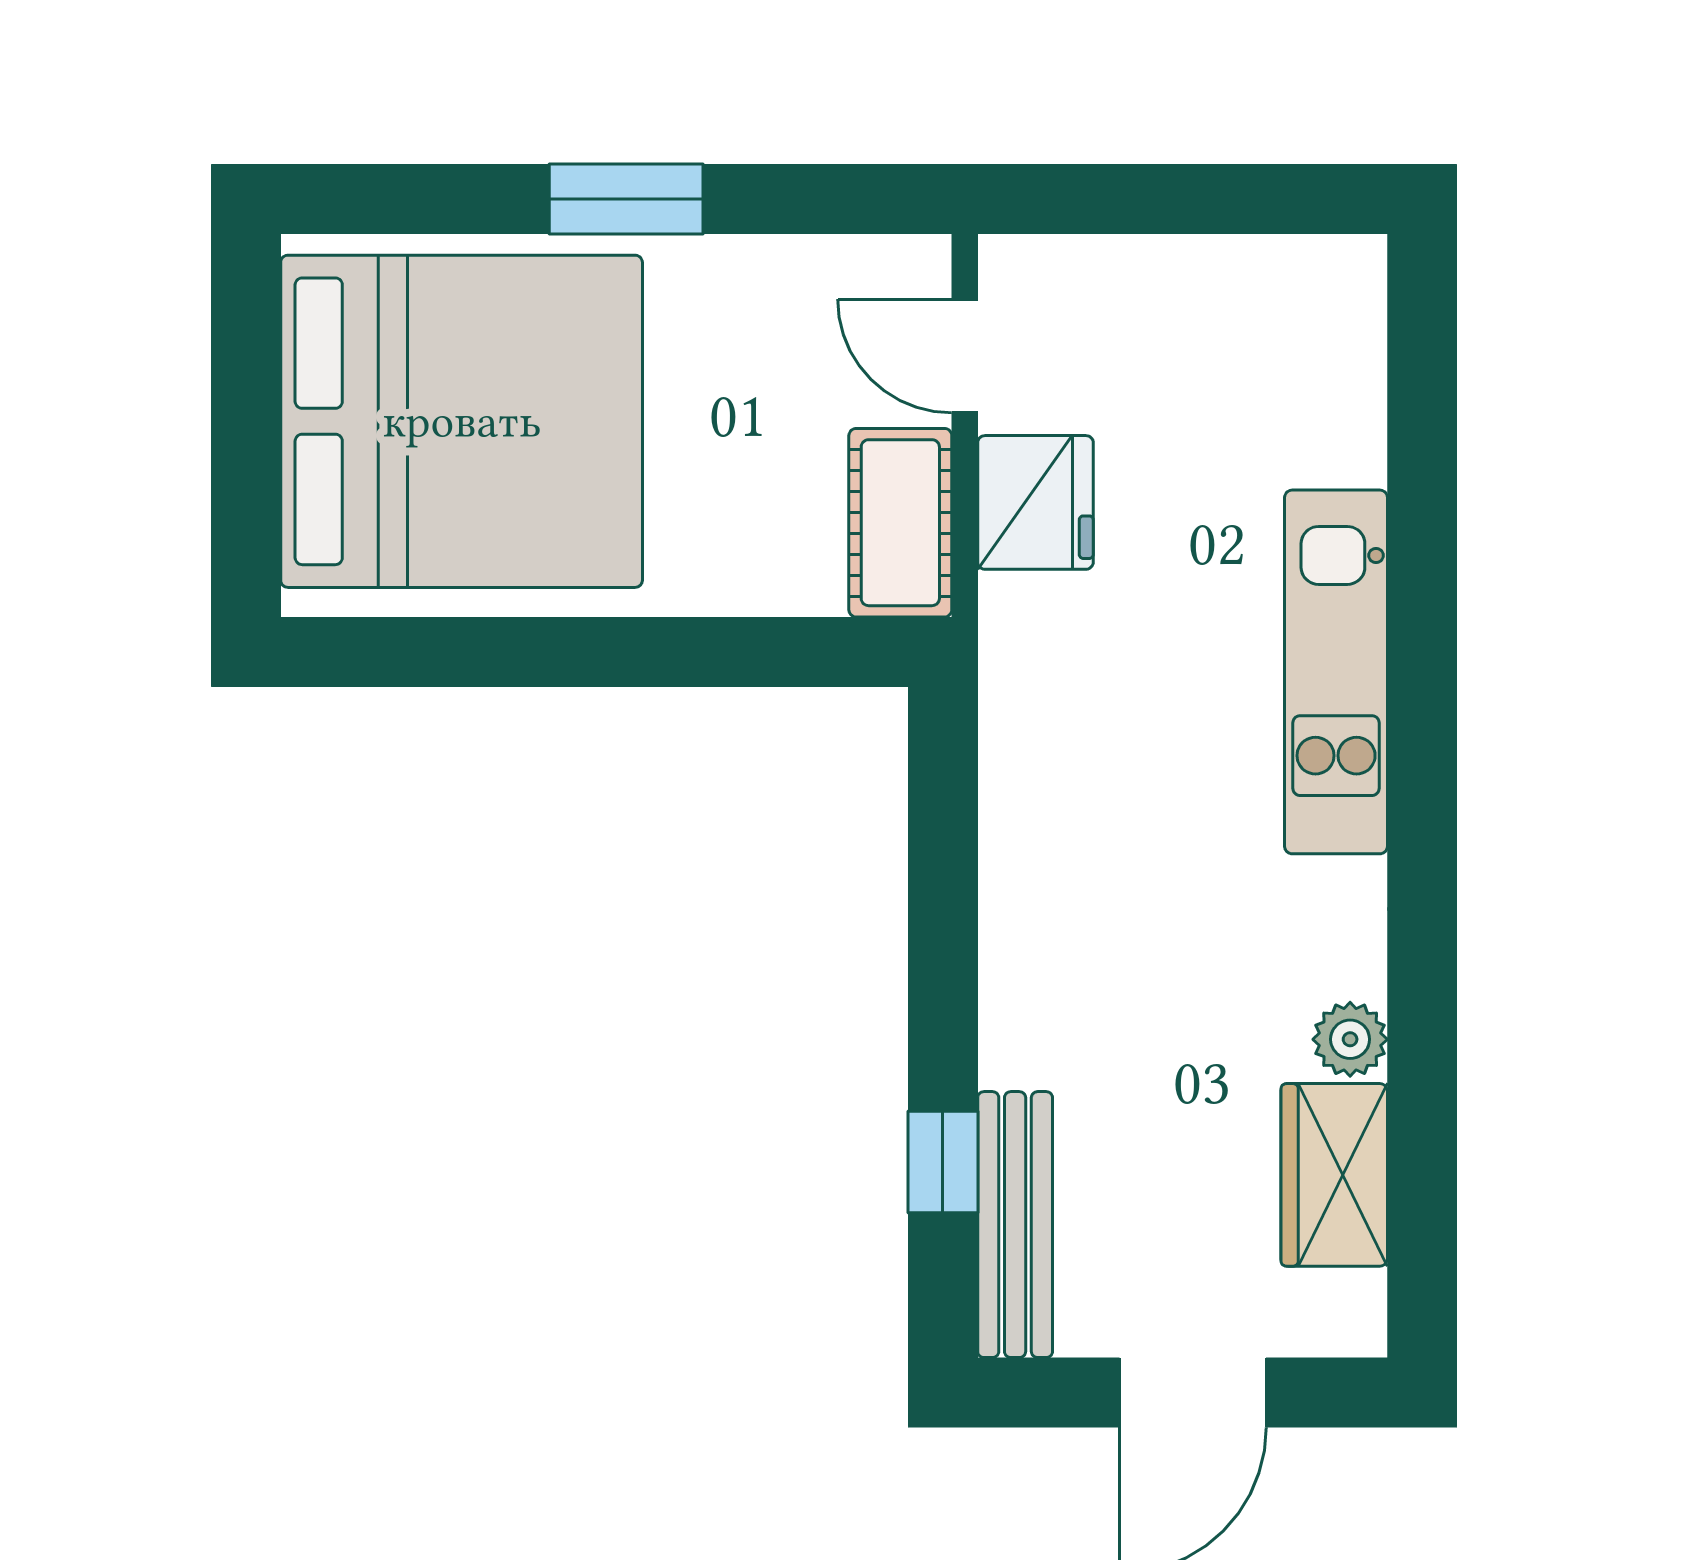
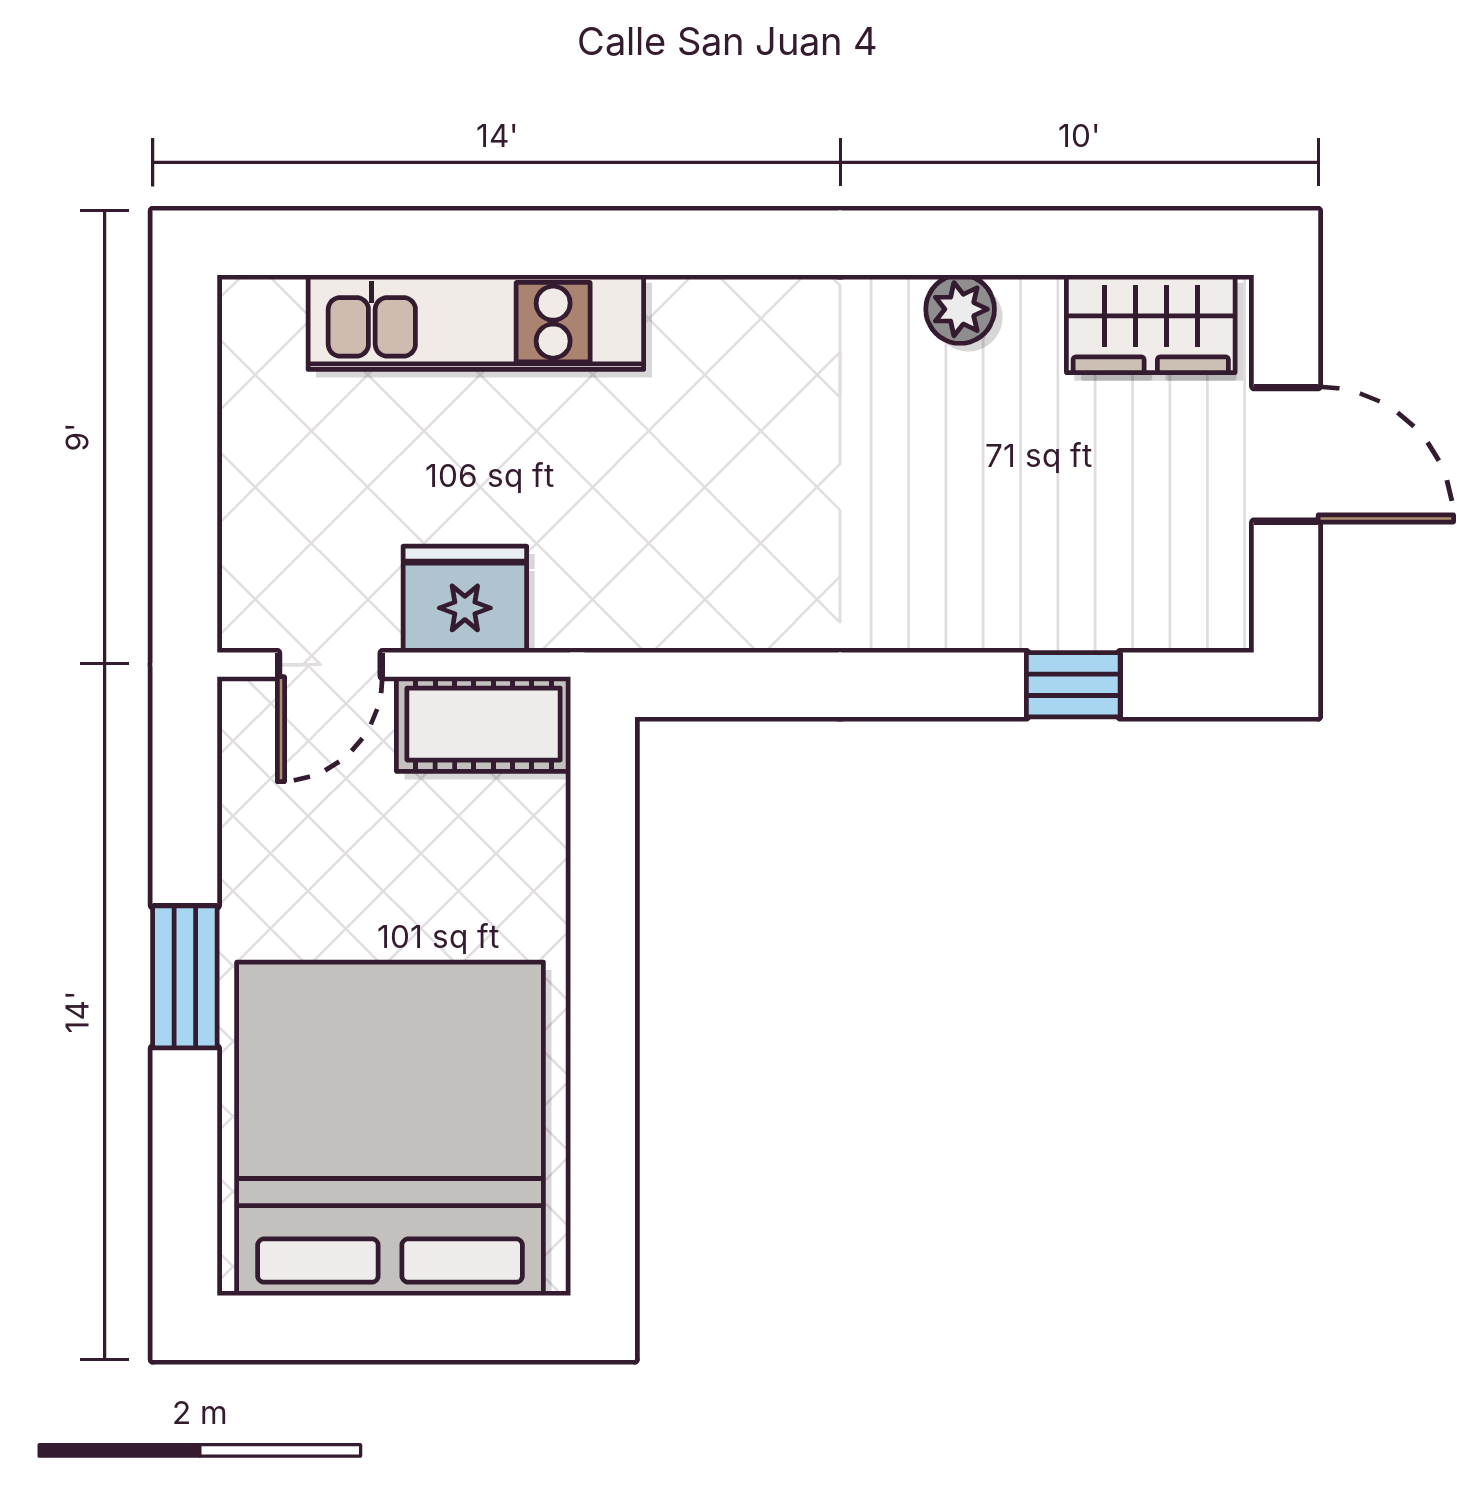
kitchen unit: (1336, 672) -> (476, 322), moved
wardrobe: (1334, 1175) -> (1151, 324), moved
bench: (1015, 1225) -> (1131, 618), removed

